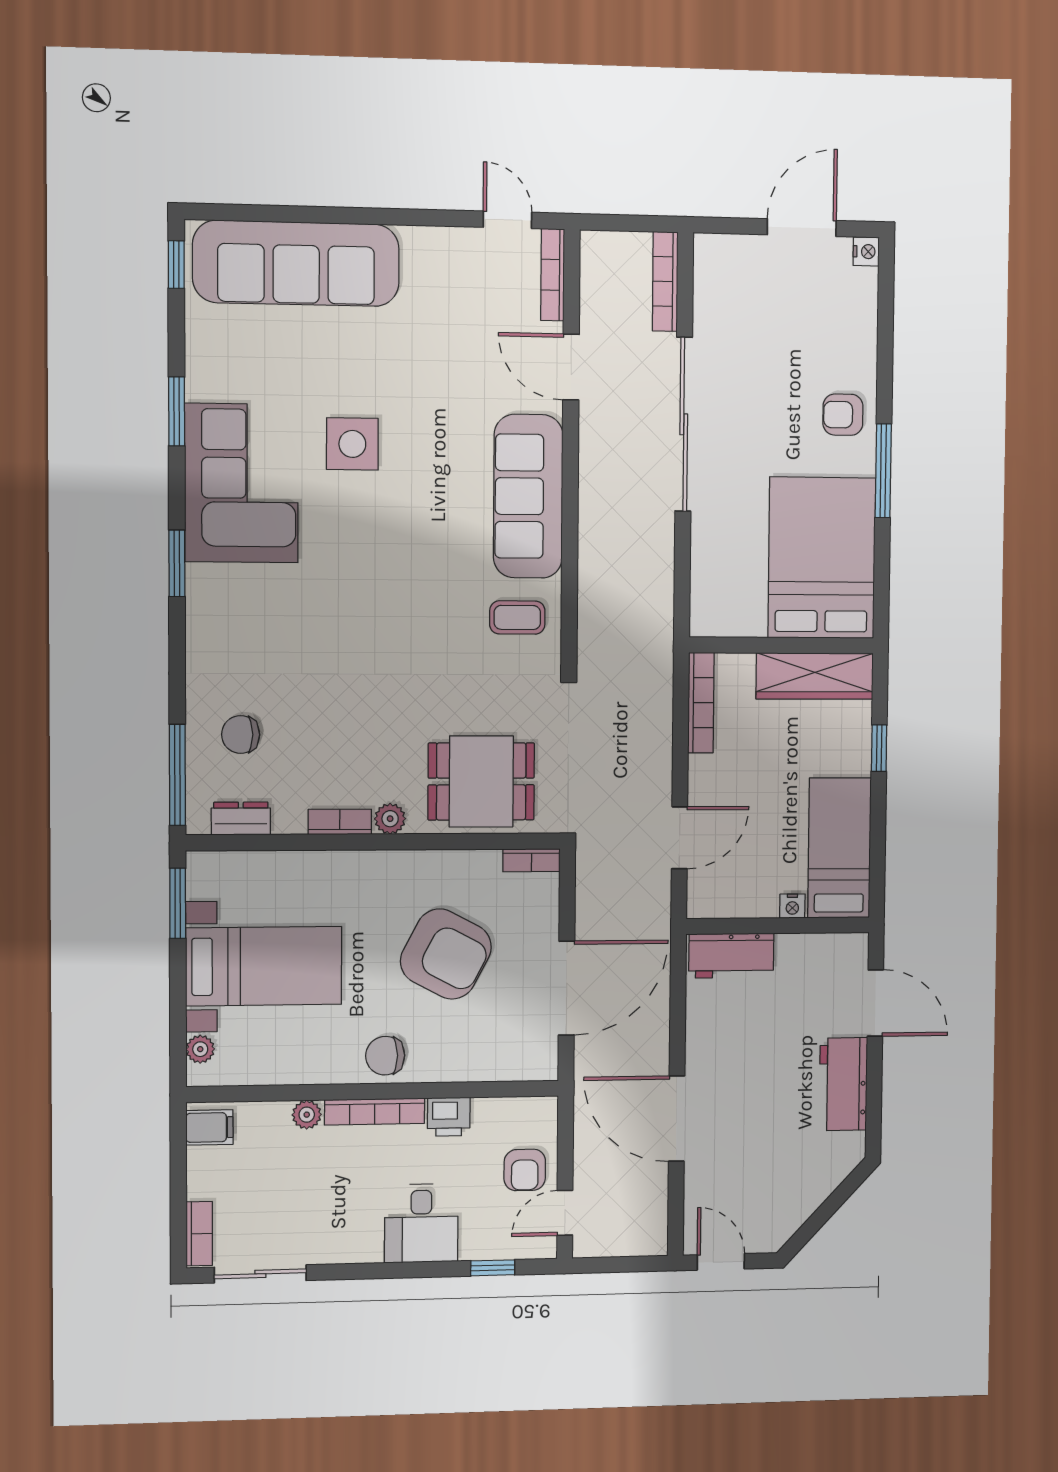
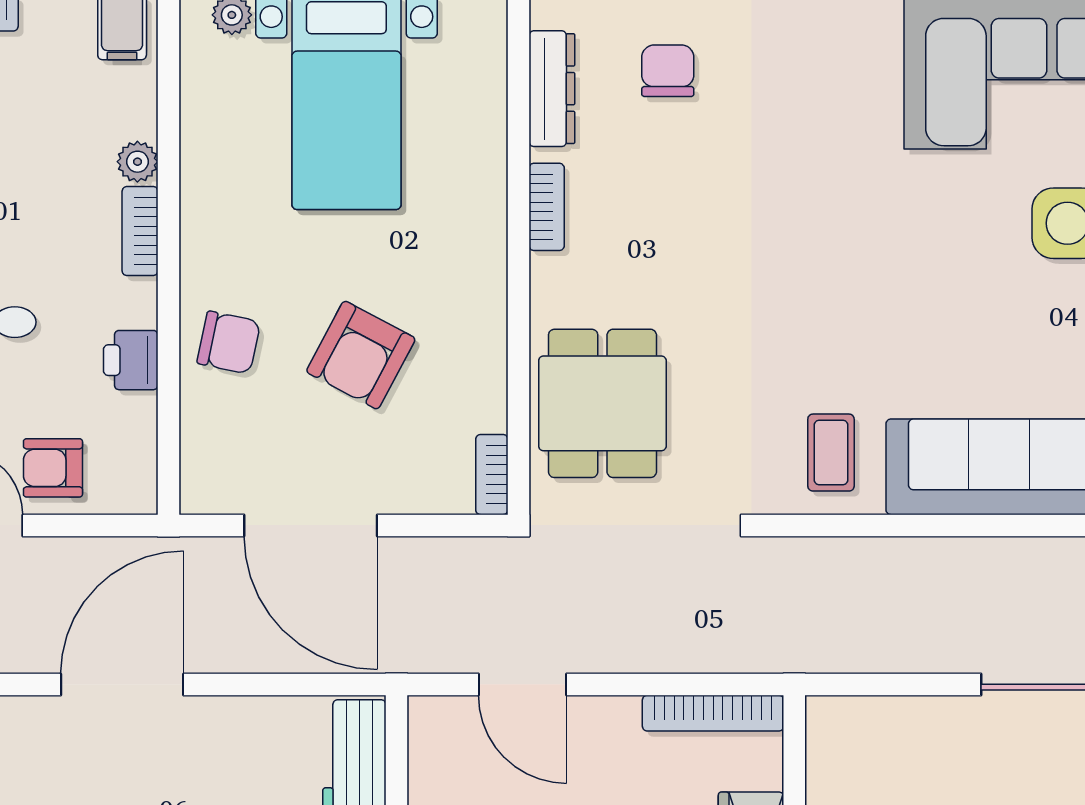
dresser: (241, 818) -> (552, 89), width x1.44
plant: (390, 819) -> (551, 277), removed
armchair: (446, 954) -> (361, 355), width x0.73, depth x0.73
chair: (385, 1056) -> (229, 342), moved, turned 102
bookcase: (375, 1112) -> (140, 231), width x0.64

